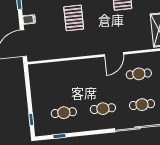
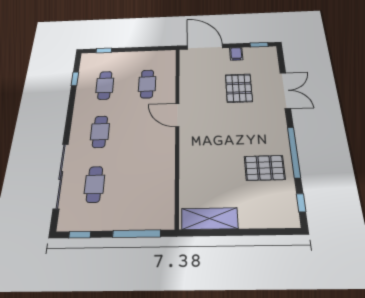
pallet: (74, 18) -> (239, 88), moved, turned 90
door: (114, 54) -> (177, 115), moved
cafe table: (139, 74) -> (147, 84), moved

